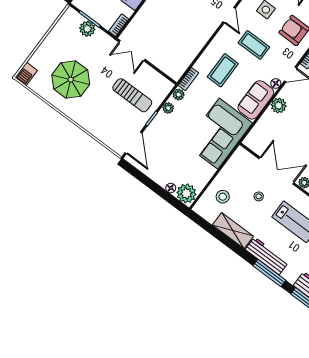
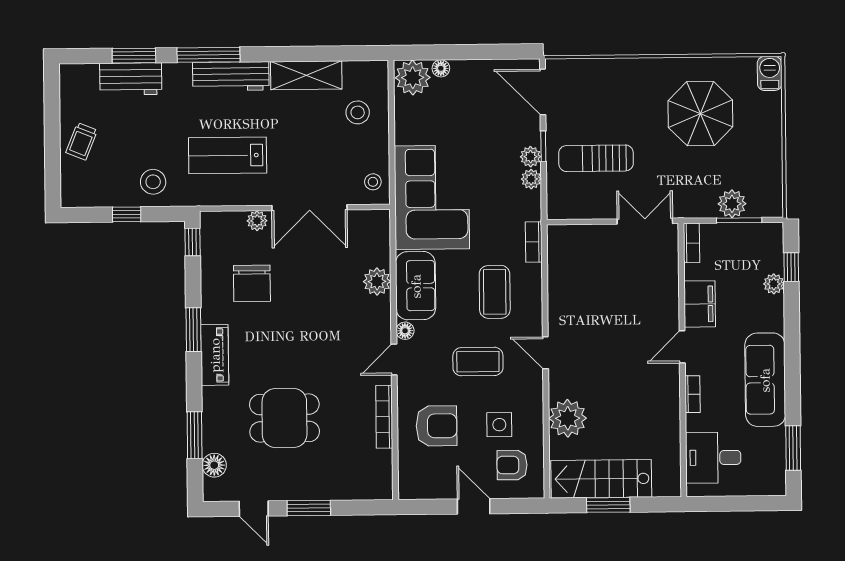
door: (229, 15) -> (545, 353), moved
plant: (179, 95) -> (531, 157), moved
plant: (279, 105) -> (377, 282), moved
stool: (259, 196) -> (373, 182), moved

